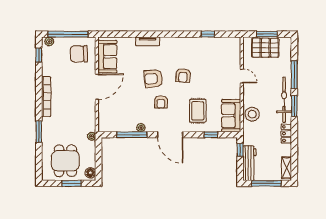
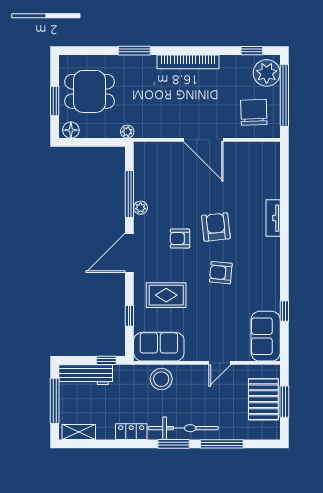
plant: (49, 41) -> (267, 73), width x1.87, depth x1.87
sofa: (107, 57) -> (266, 336), moved, turned 90

